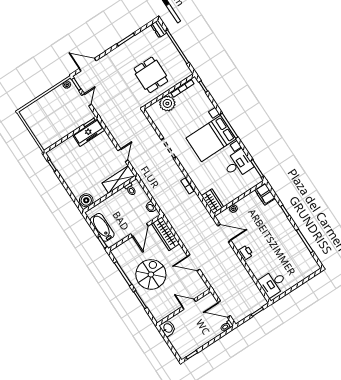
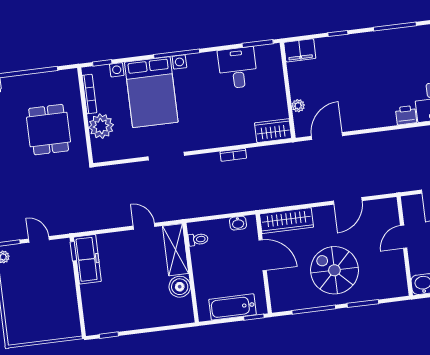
dining table: (151, 75) -> (49, 130), turned 90
bed with nightstands: (211, 138) -> (151, 92), moved
boiler: (86, 200) -> (180, 287), moved
printer: (245, 253) -> (406, 115), moved

